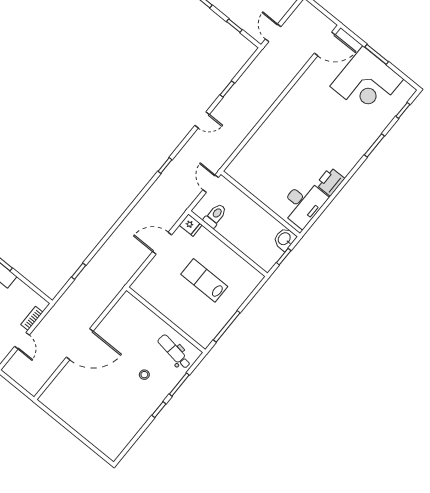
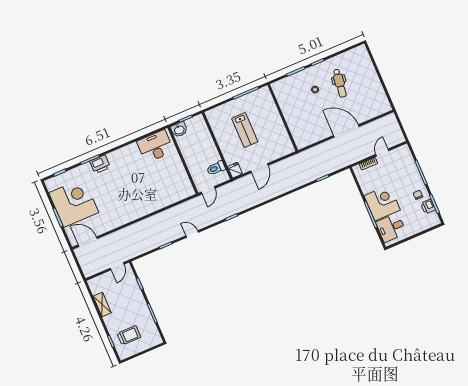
printer: (330, 181) -> (100, 164), moved
door: (162, 243) -> (259, 168), hinge flipped
dental chair: (174, 352) -> (340, 83), moved

